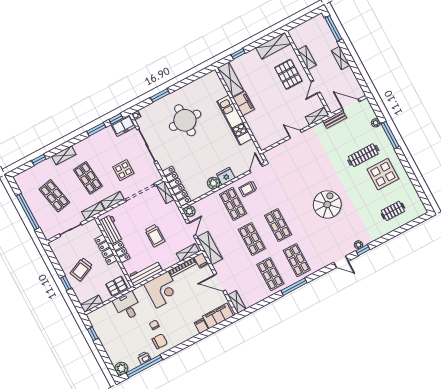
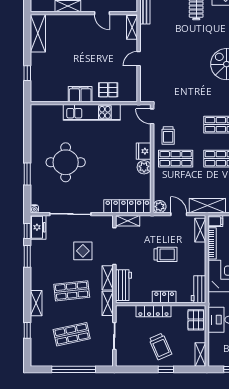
pallet: (288, 74) -> (108, 90), moved, width x0.67, depth x0.71
shelving: (231, 79) -> (49, 95), removed
workbench: (111, 229) -> (123, 285), moved, turned 90
workbench: (145, 273) -> (199, 289), width x0.73

